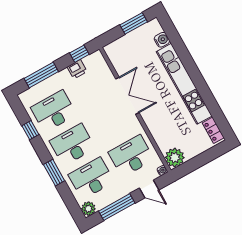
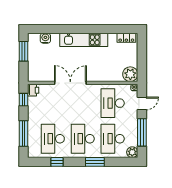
printer: (77, 69) -> (33, 90), moved
kitchen unit: (184, 84) -> (84, 40), width x0.73

